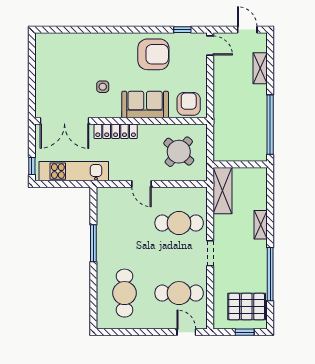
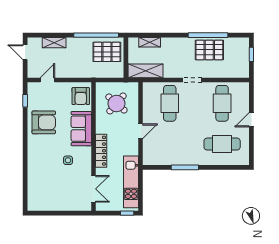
door: (247, 30) -> (25, 52), hinge flipped
door: (210, 45) -> (47, 80), moved
armchair: (153, 54) -> (44, 122), turned 90
armchair: (189, 104) -> (81, 96), turned -90
double door: (64, 121) -> (94, 189), width x0.73
pallet: (248, 139) -> (107, 52), added
shelving: (261, 225) -> (150, 42), moved
pallet: (247, 307) -> (209, 50), moved, turned 90
door: (186, 332) -> (251, 120), moved

